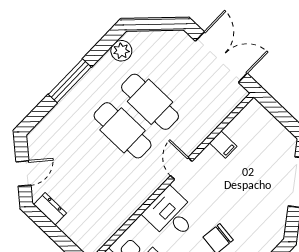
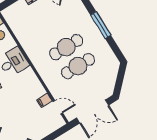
plant: (121, 51) -> (110, 57), removed
door: (181, 168) -> (58, 107), moved

